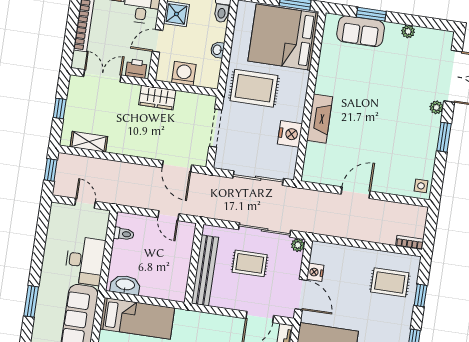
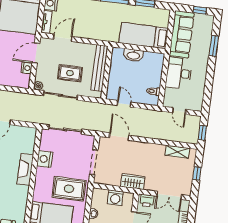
washbasin: (125, 285) -> (133, 55), moved
door: (301, 294) -> (36, 53), hinge flipped

